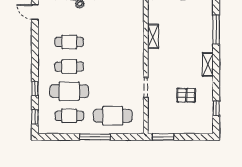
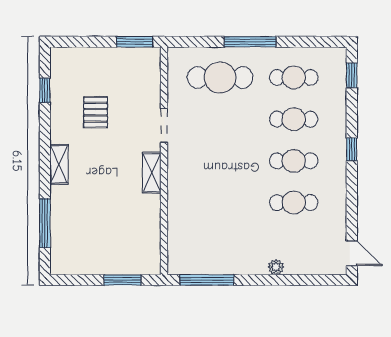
shelving: (153, 36) -> (152, 173), moved
window: (35, 89) -> (352, 149), moved
cafe table: (69, 91) -> (294, 119), width x0.73, depth x0.74
pallet: (186, 95) -> (96, 112), turned 90

